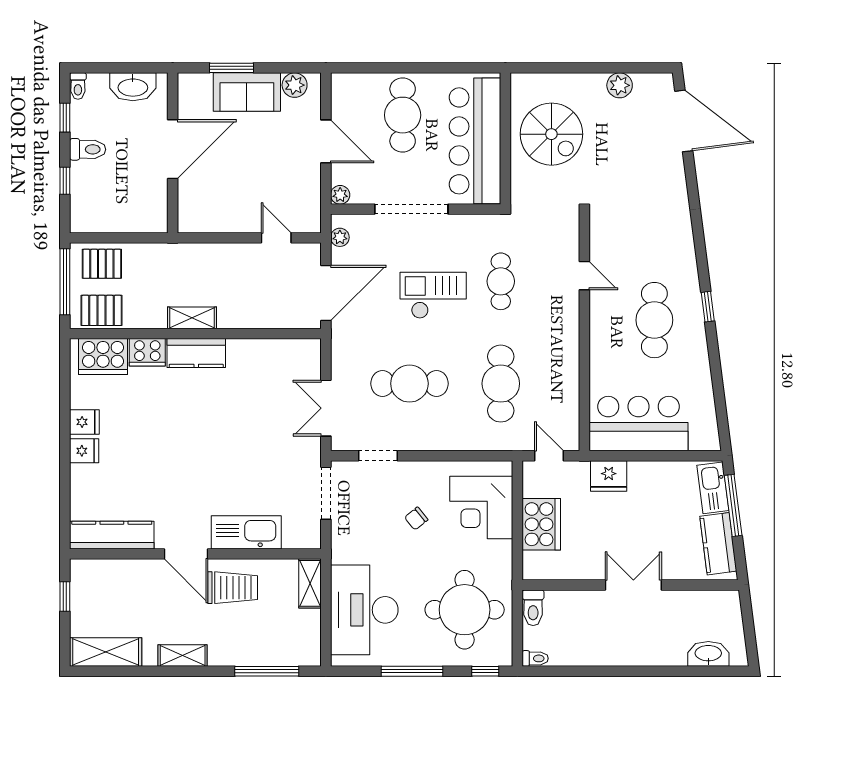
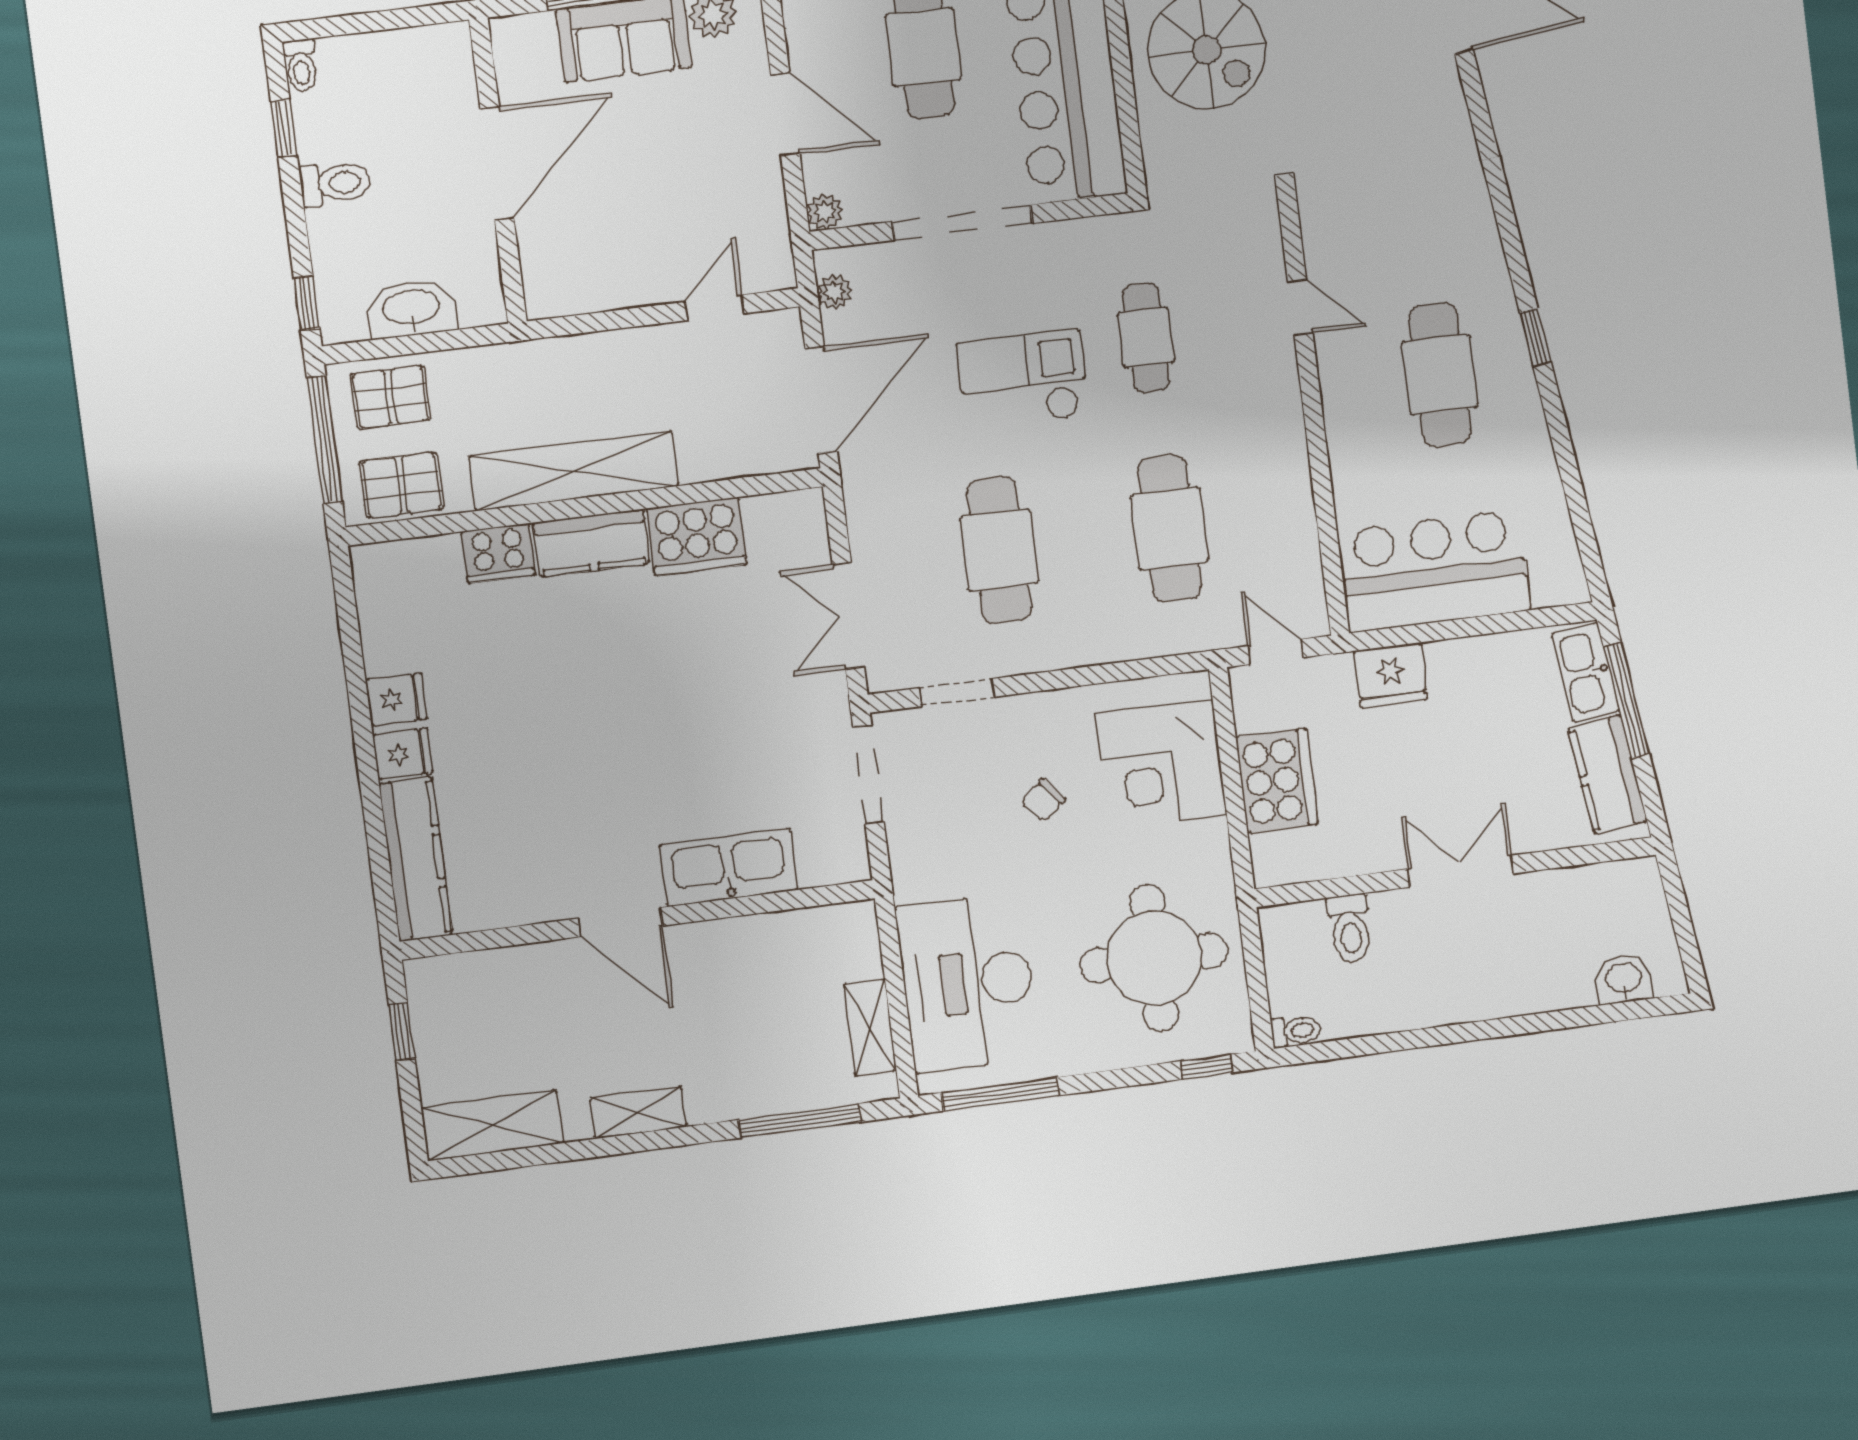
washbasin: (133, 87) -> (411, 308), moved, turned 180
window: (65, 181) -> (307, 303), moved
door: (276, 238) -> (715, 308), hinge flipped
shelving: (192, 318) -> (574, 471), width x2.20, depth x1.33
cooker: (103, 356) -> (697, 536), moved
cafe table: (409, 384) -> (999, 550), turned 90
kitchen counter: (112, 535) -> (416, 859), moved, turned 90
shelving: (310, 583) -> (870, 1028), moved
trolley: (233, 588) -> (716, 974), removed
toilet: (533, 608) -> (1350, 929), moved
washbasin: (708, 654) -> (1624, 979), width x0.72
window: (412, 671) -> (1000, 1094), moved

